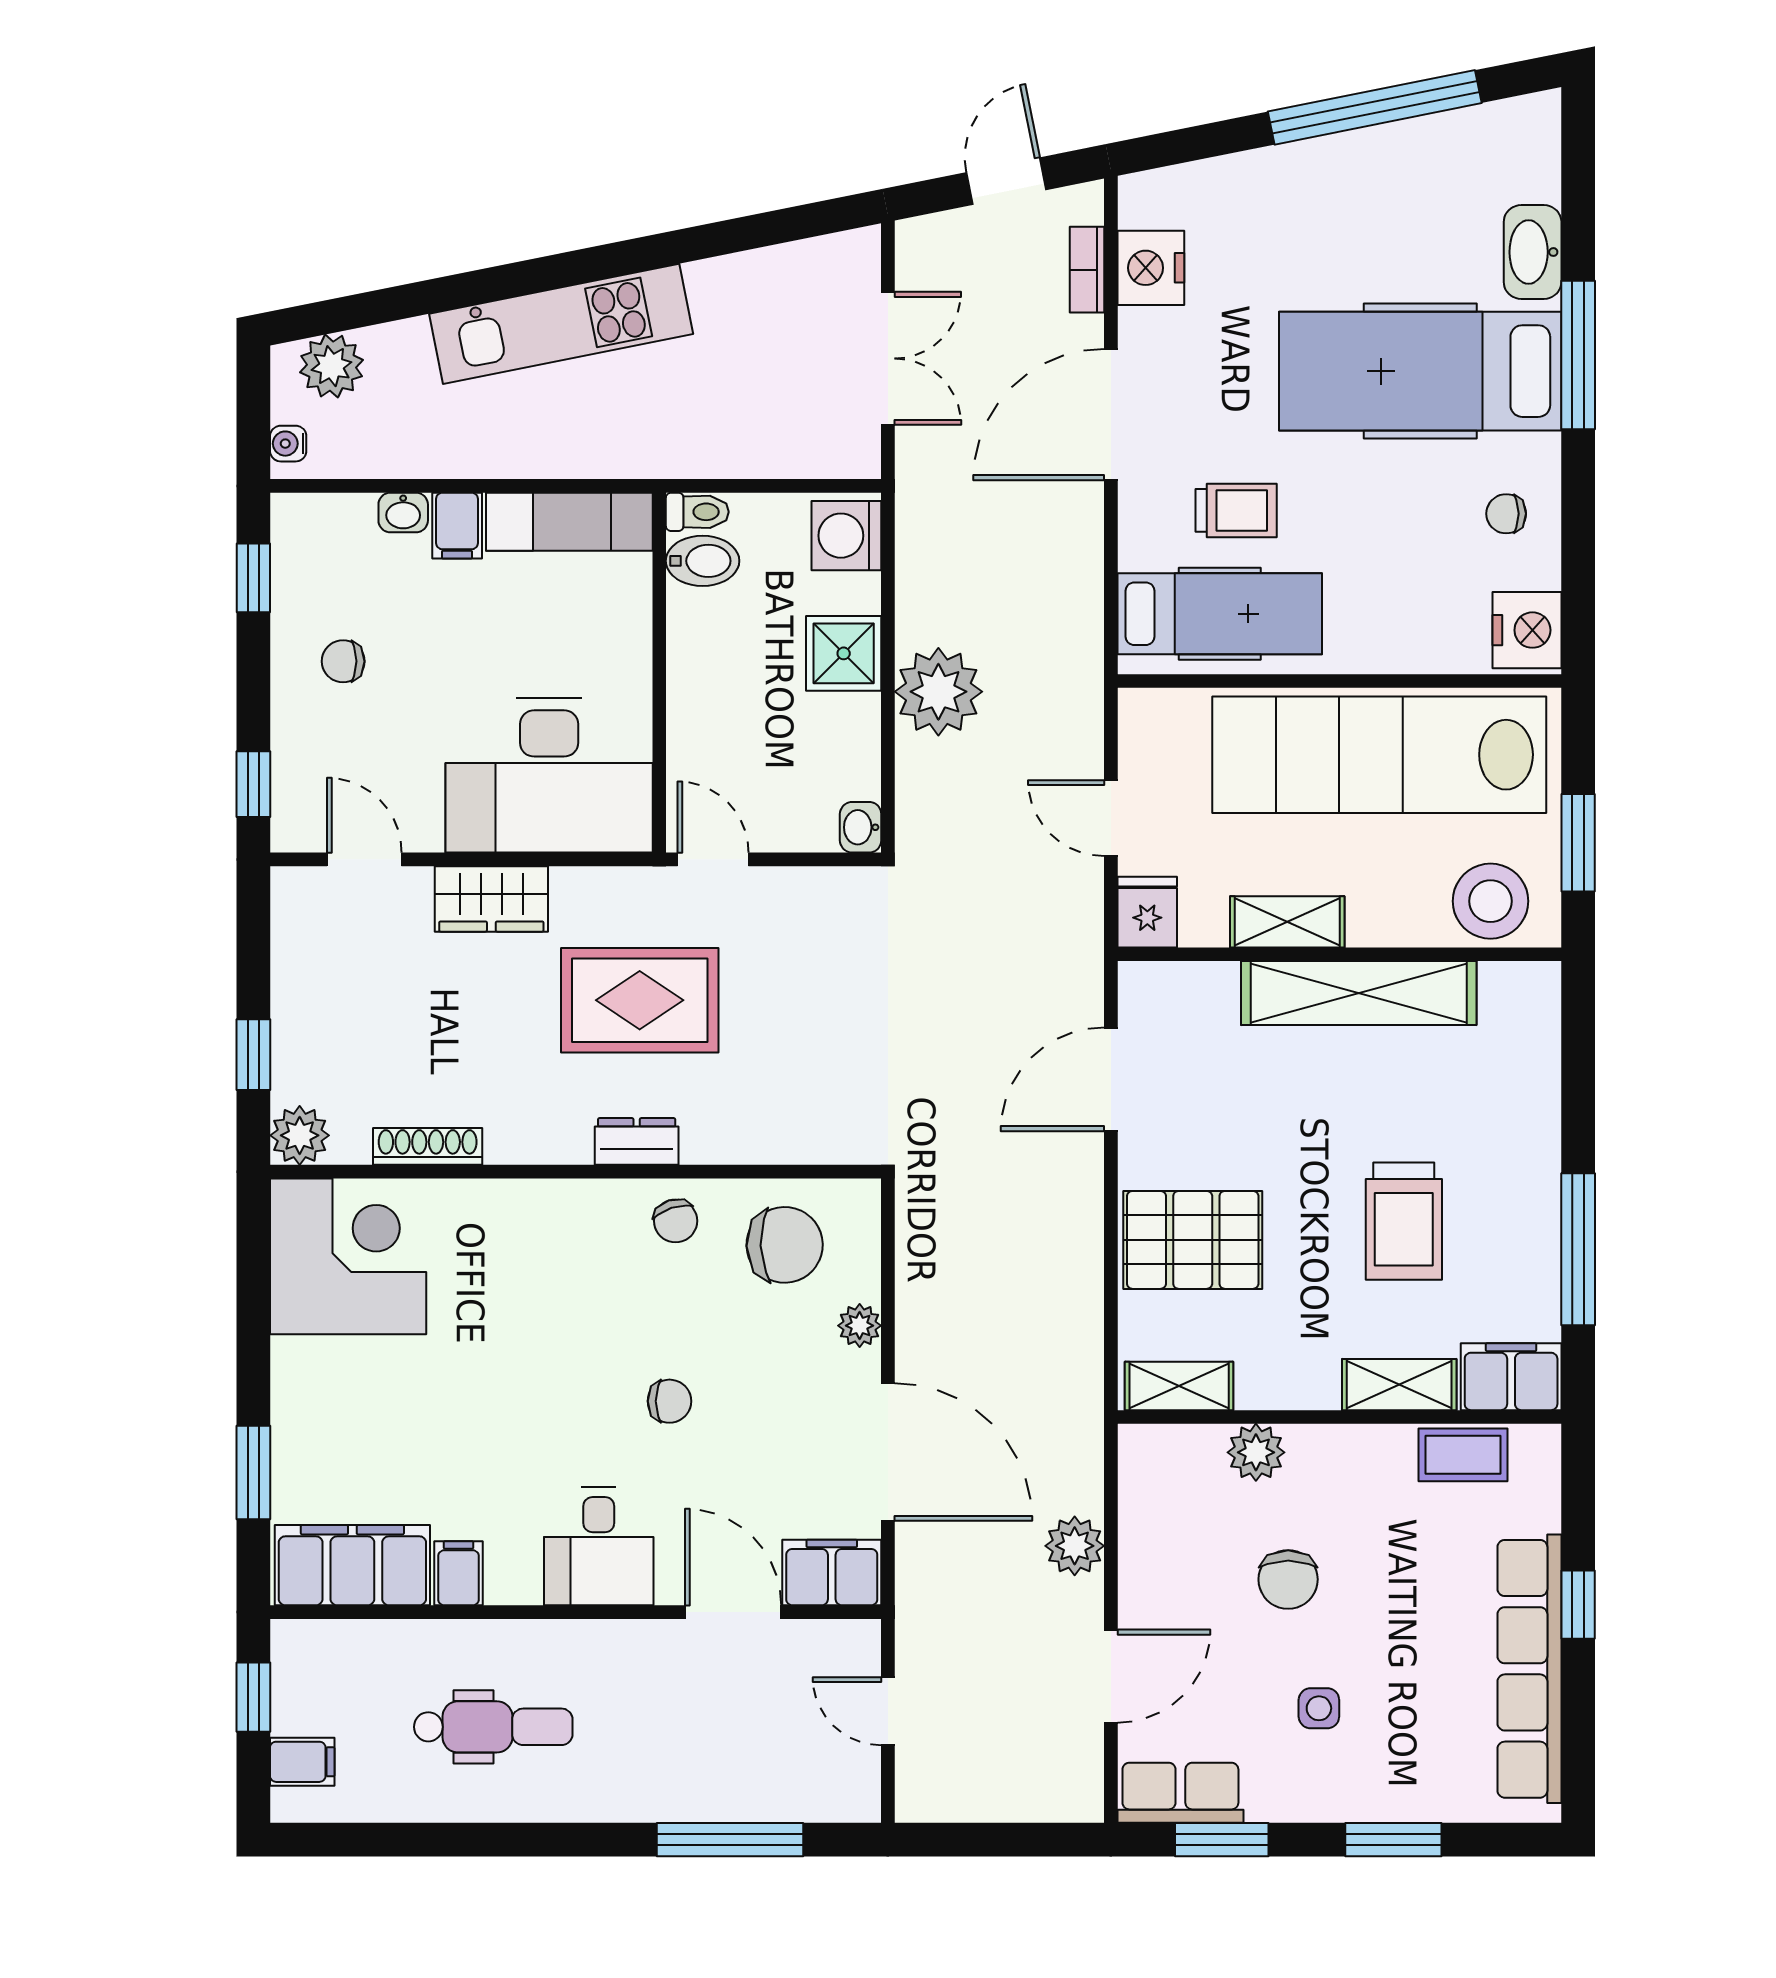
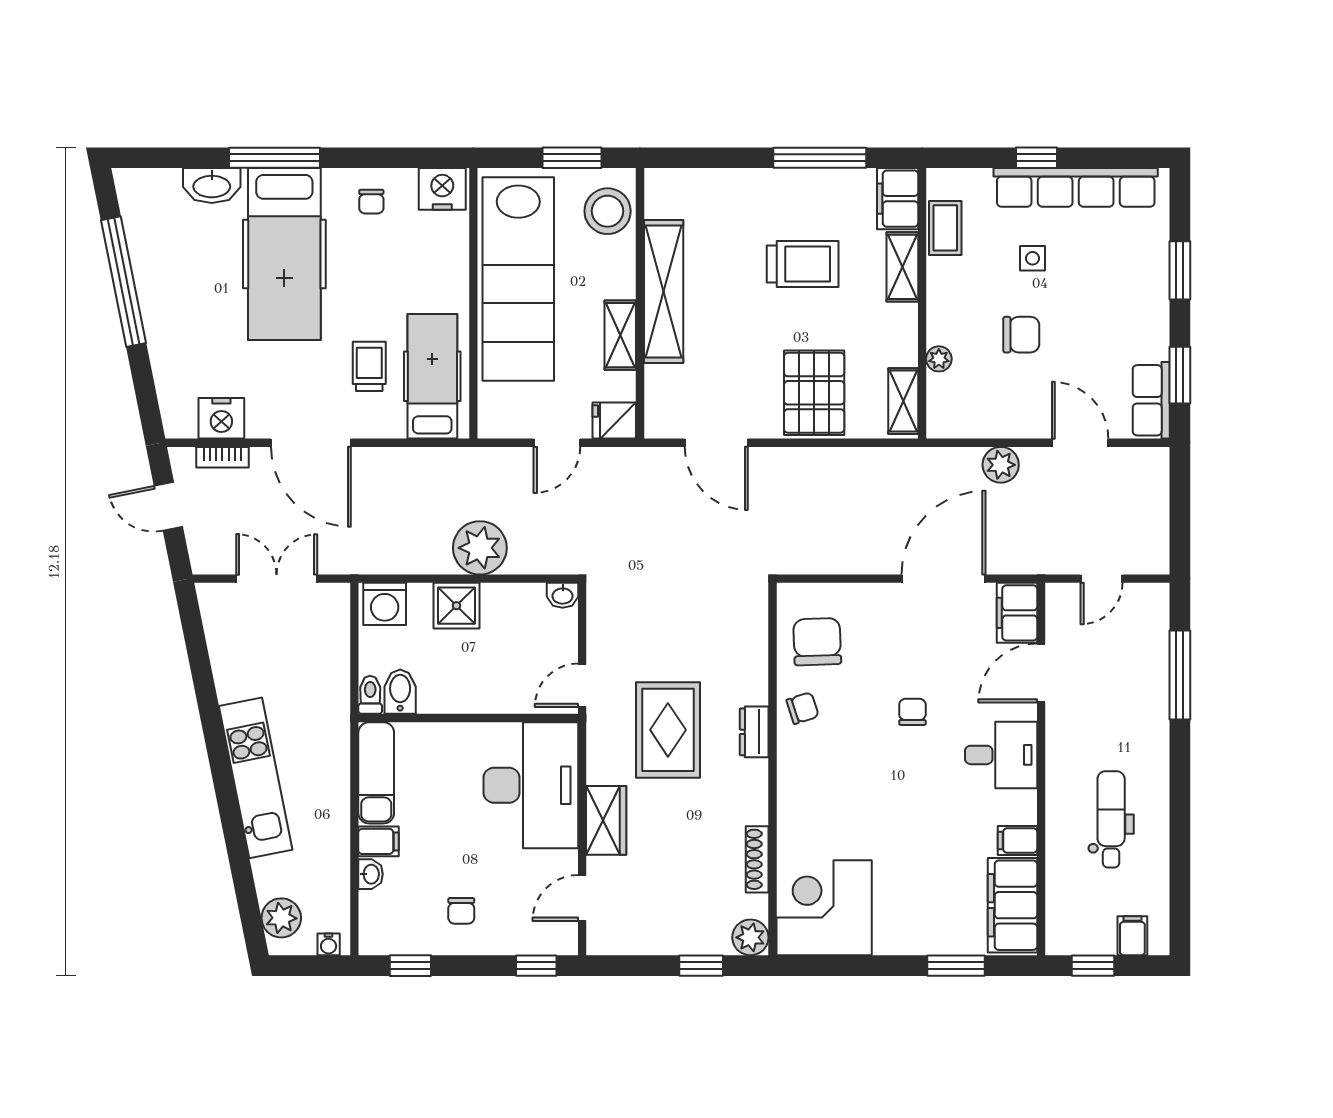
plant: (860, 1326) -> (866, 596), removed
plant: (1256, 1452) -> (939, 359), width x0.73, depth x0.73
side table: (1319, 1708) -> (1033, 258), moved

